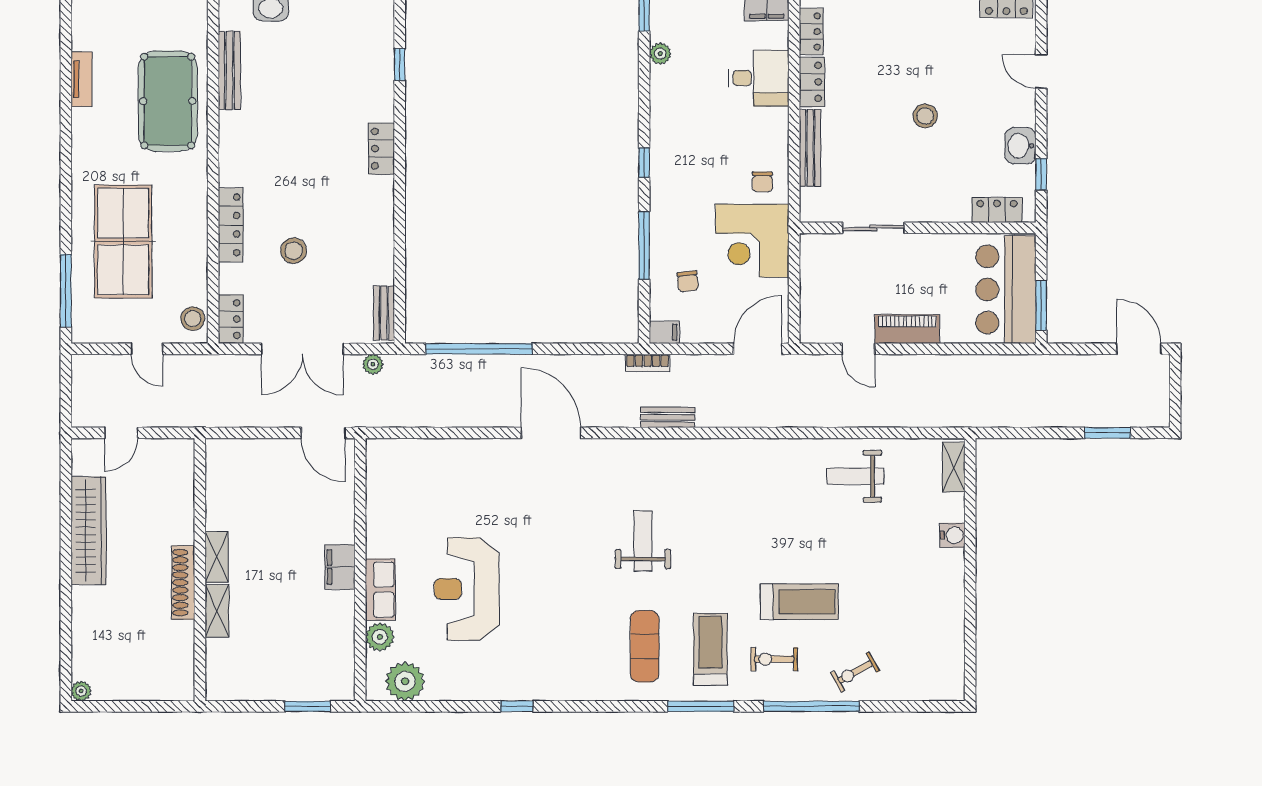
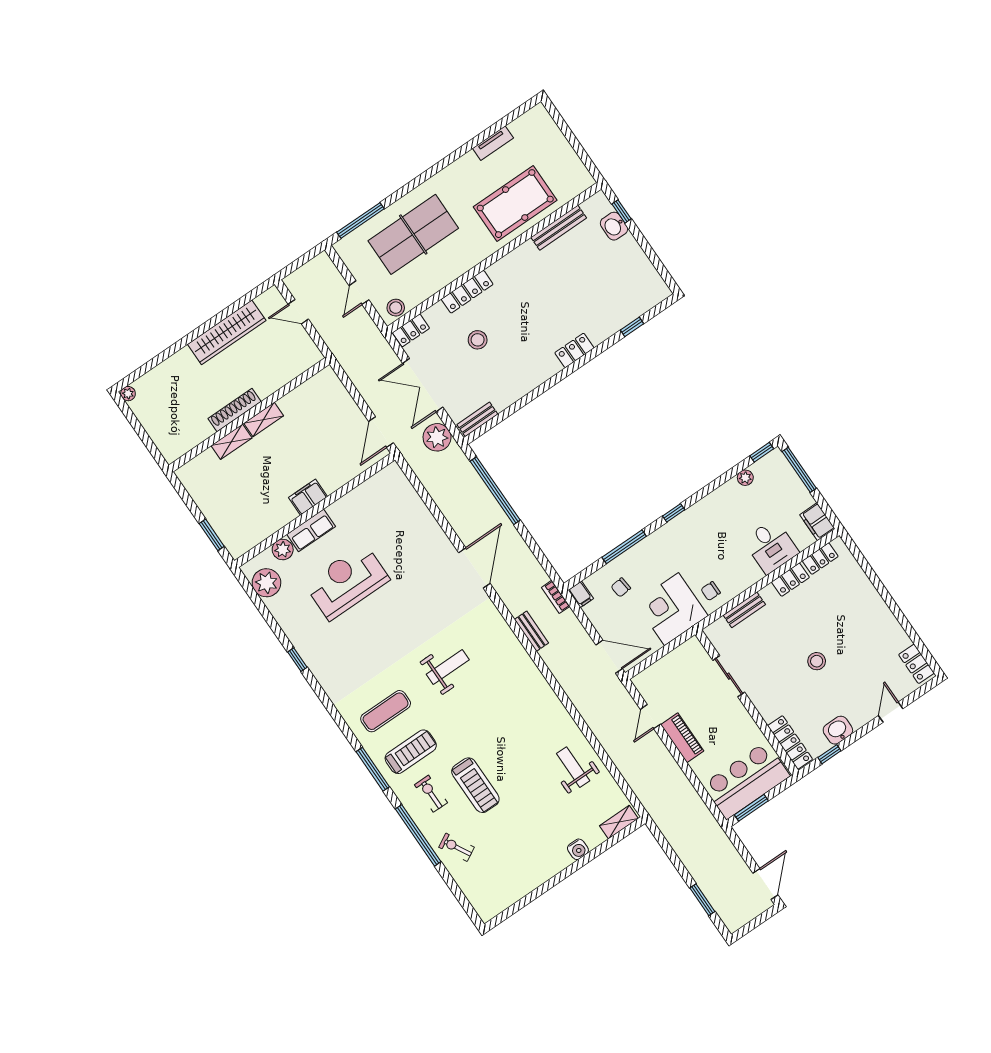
bench: (810, 148) -> (744, 610), width x0.73
locker: (997, 210) -> (790, 742), width x1.53
plant: (373, 364) -> (437, 437), width x1.88, depth x1.88

